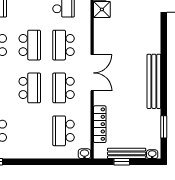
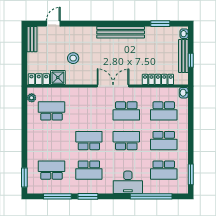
stool: (124, 27) -> (73, 58), added
school desk: (64, 45) -> (164, 141), moved

